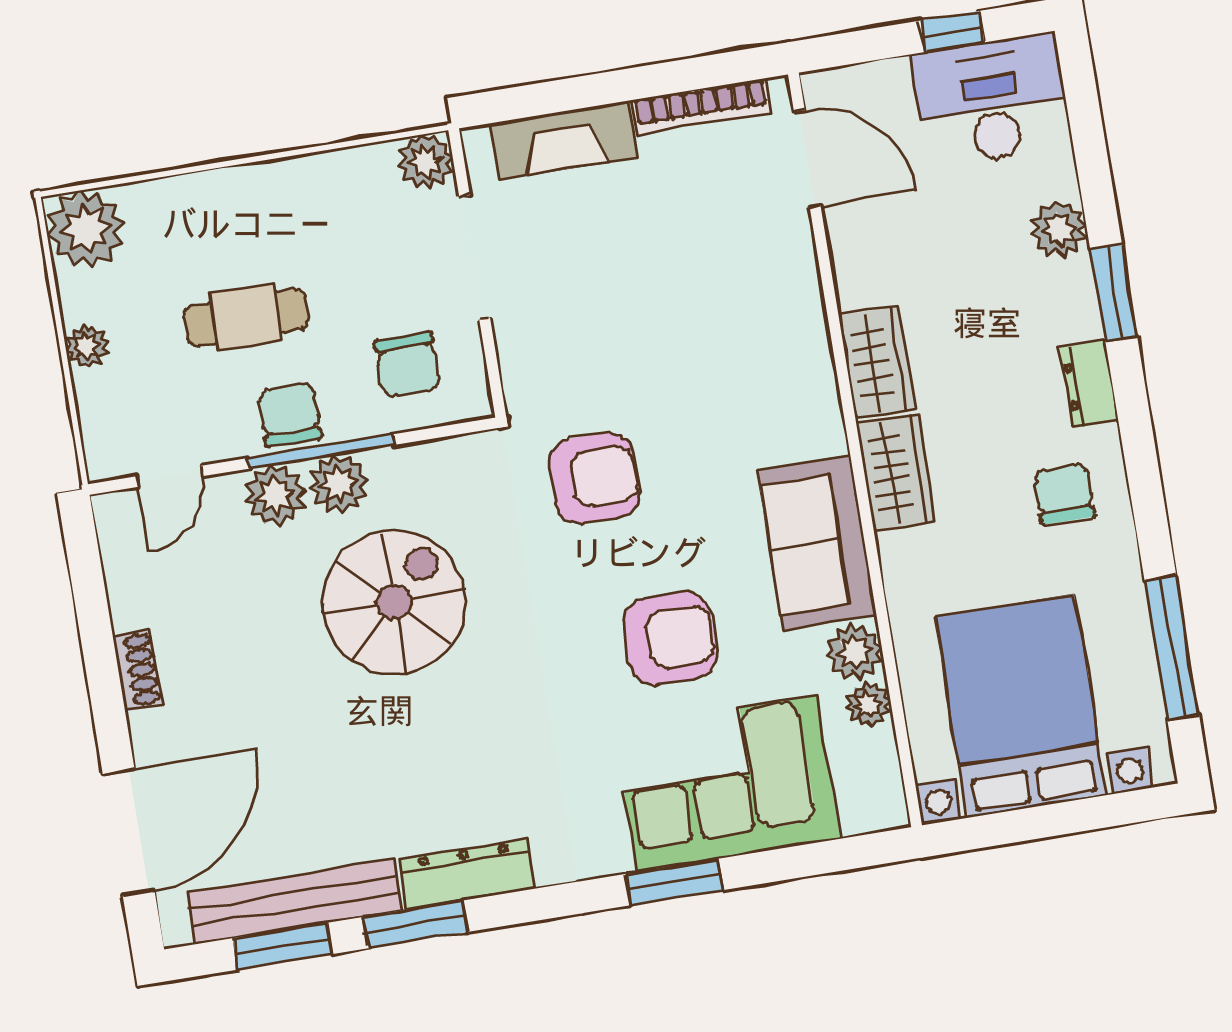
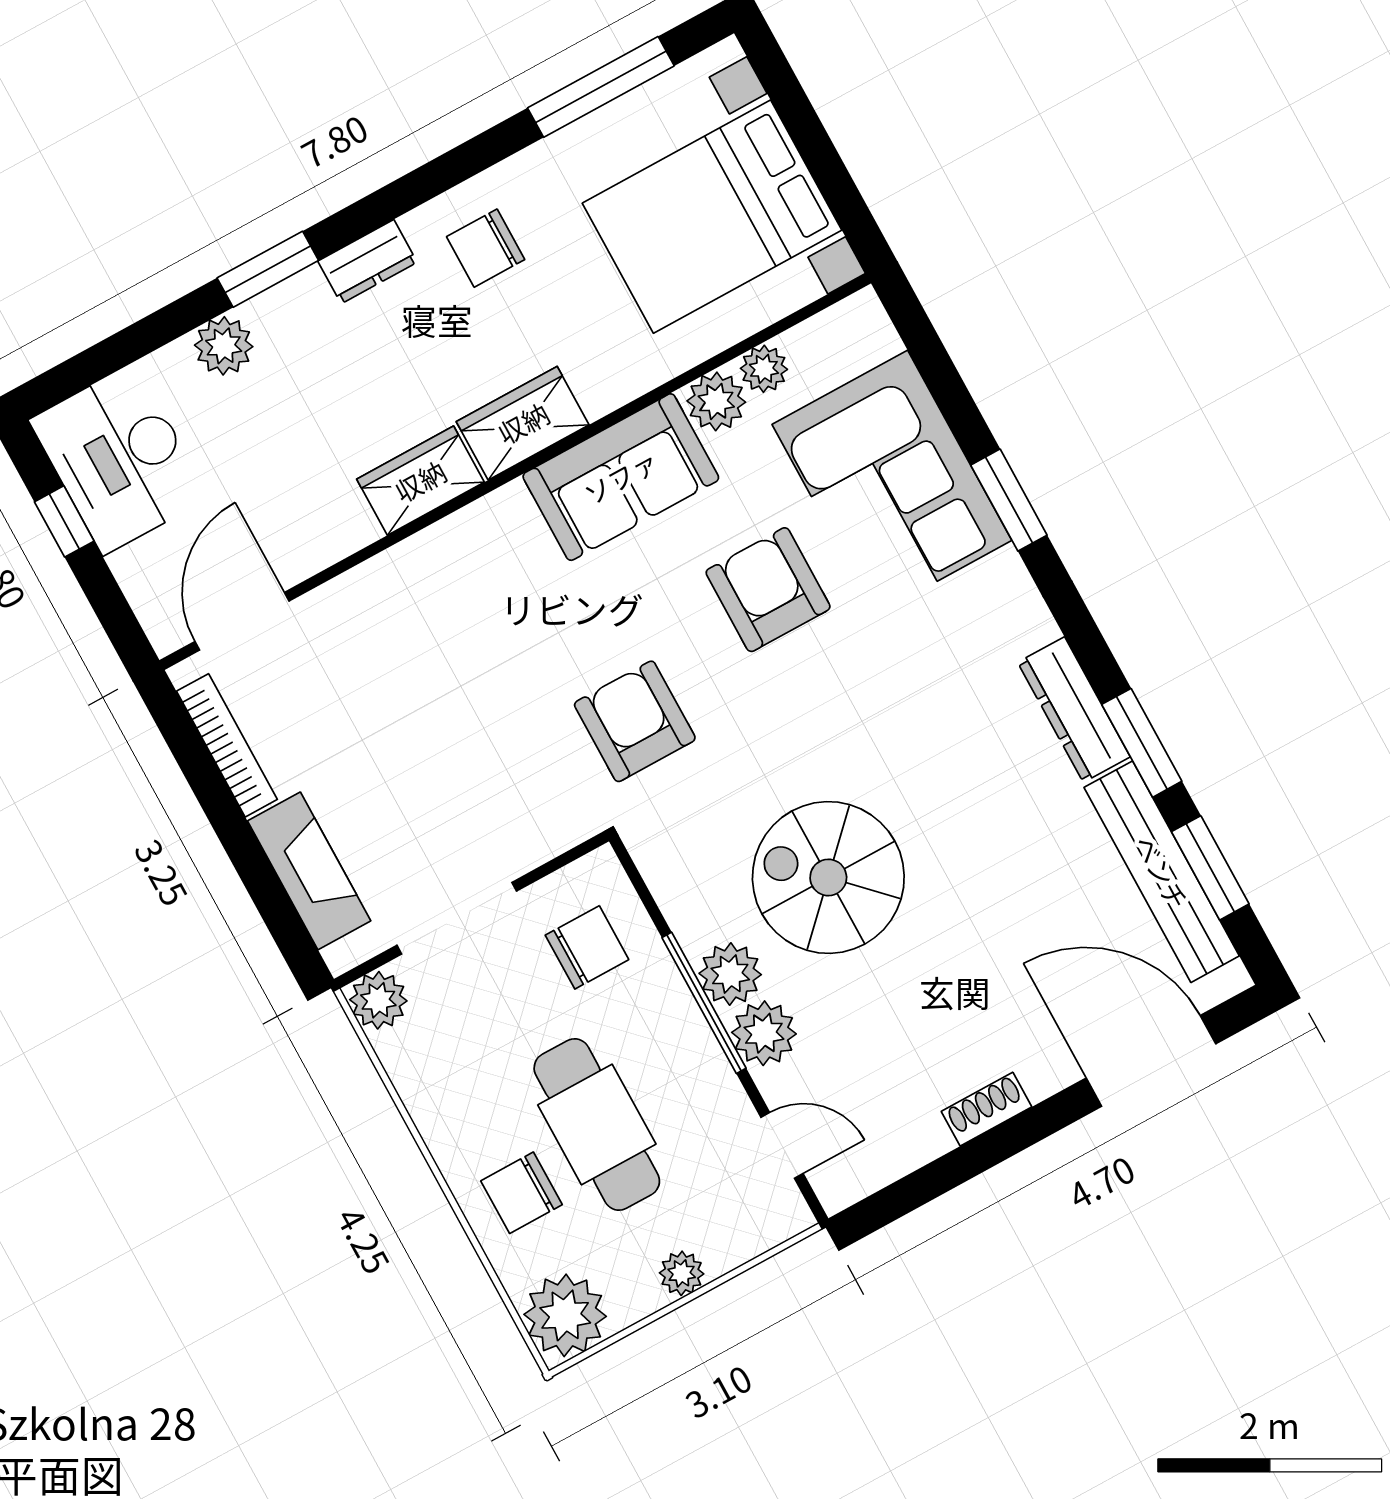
cafe table: (246, 317) -> (597, 1125), width x1.37, depth x1.35
chair: (290, 415) -> (521, 1193), moved

